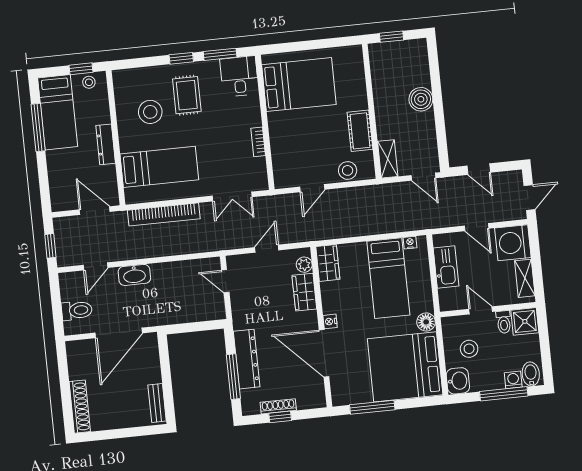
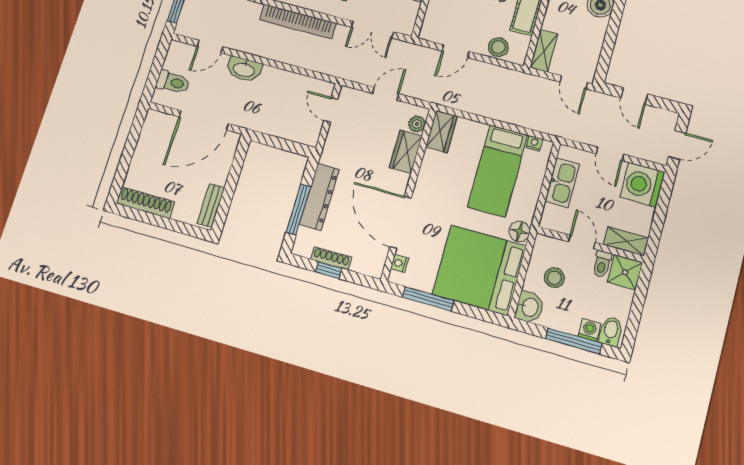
shelving: (525, 278) -> (626, 241), moved, turned 90
nightstand: (330, 321) -> (399, 263), moved
shoe rack: (80, 407) -> (146, 203), moved, turned -90

